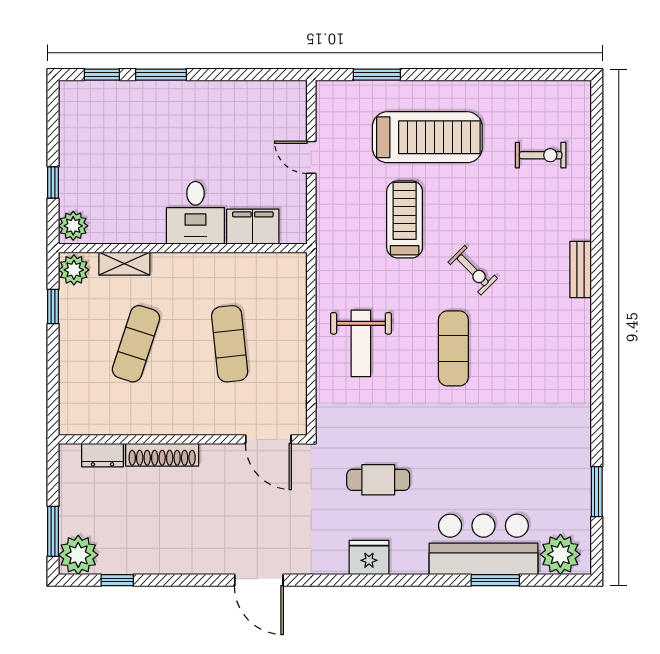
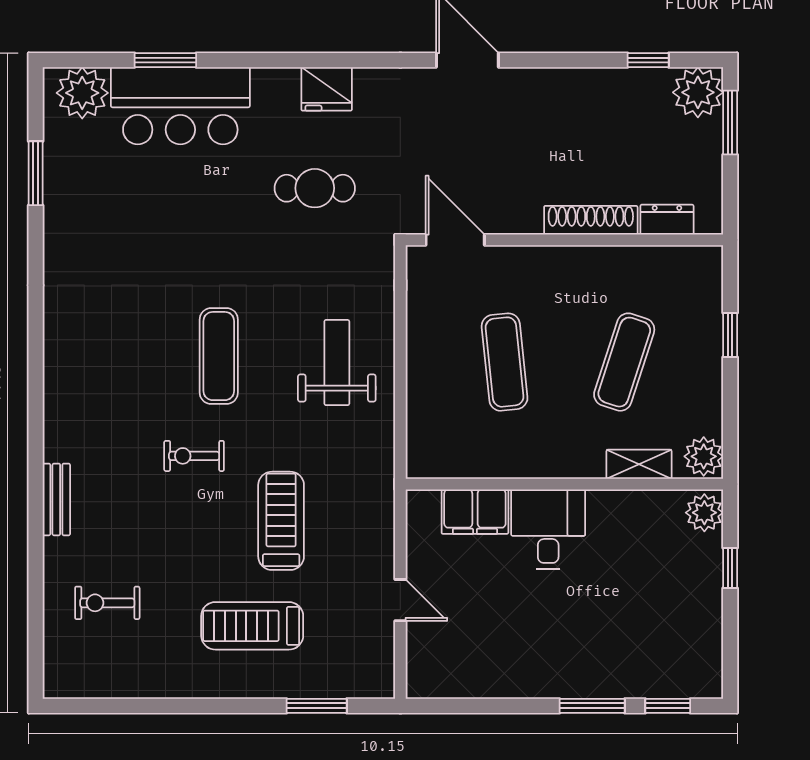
treadmill: (427, 137) -> (252, 626), width x0.73, depth x0.73
treadmill: (405, 219) -> (281, 521), turned 180
exercise bike: (473, 270) -> (194, 456), turned -45
bench: (581, 270) -> (56, 499), moved
window: (53, 307) -> (730, 335), moved

